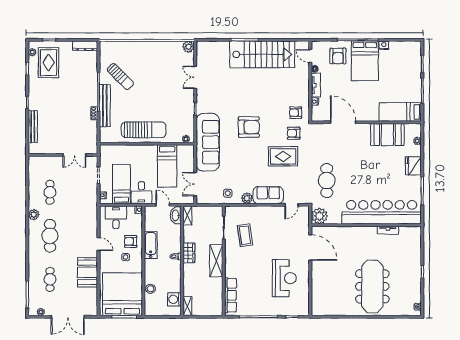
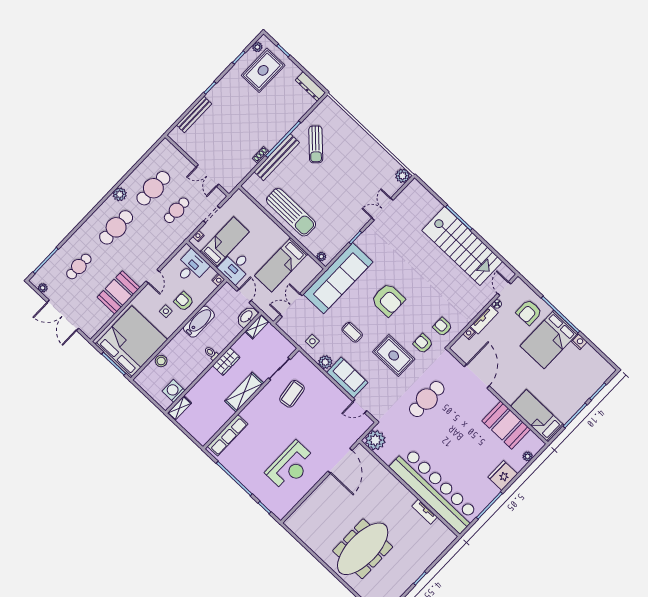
coffee table: (246, 166) -> (352, 332), added
cafe table: (327, 181) -> (427, 399), moved
cafe table: (50, 192) -> (153, 188), width x1.37, depth x1.35
cafe table: (76, 192) -> (177, 210), added

